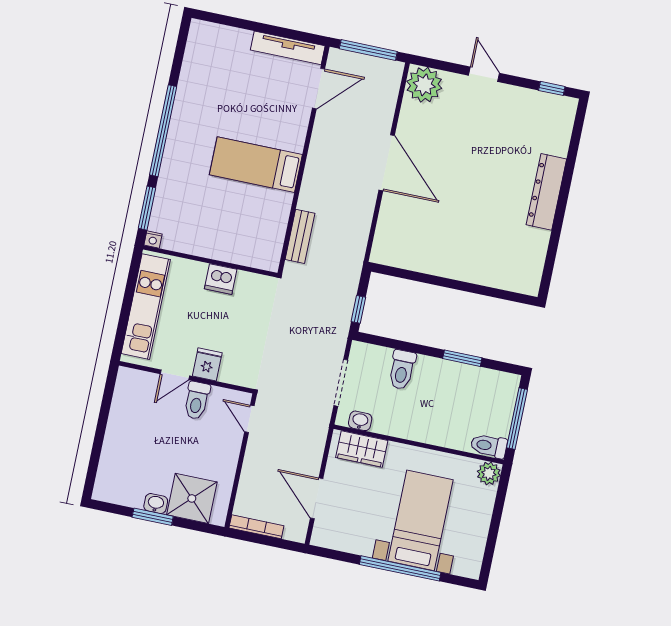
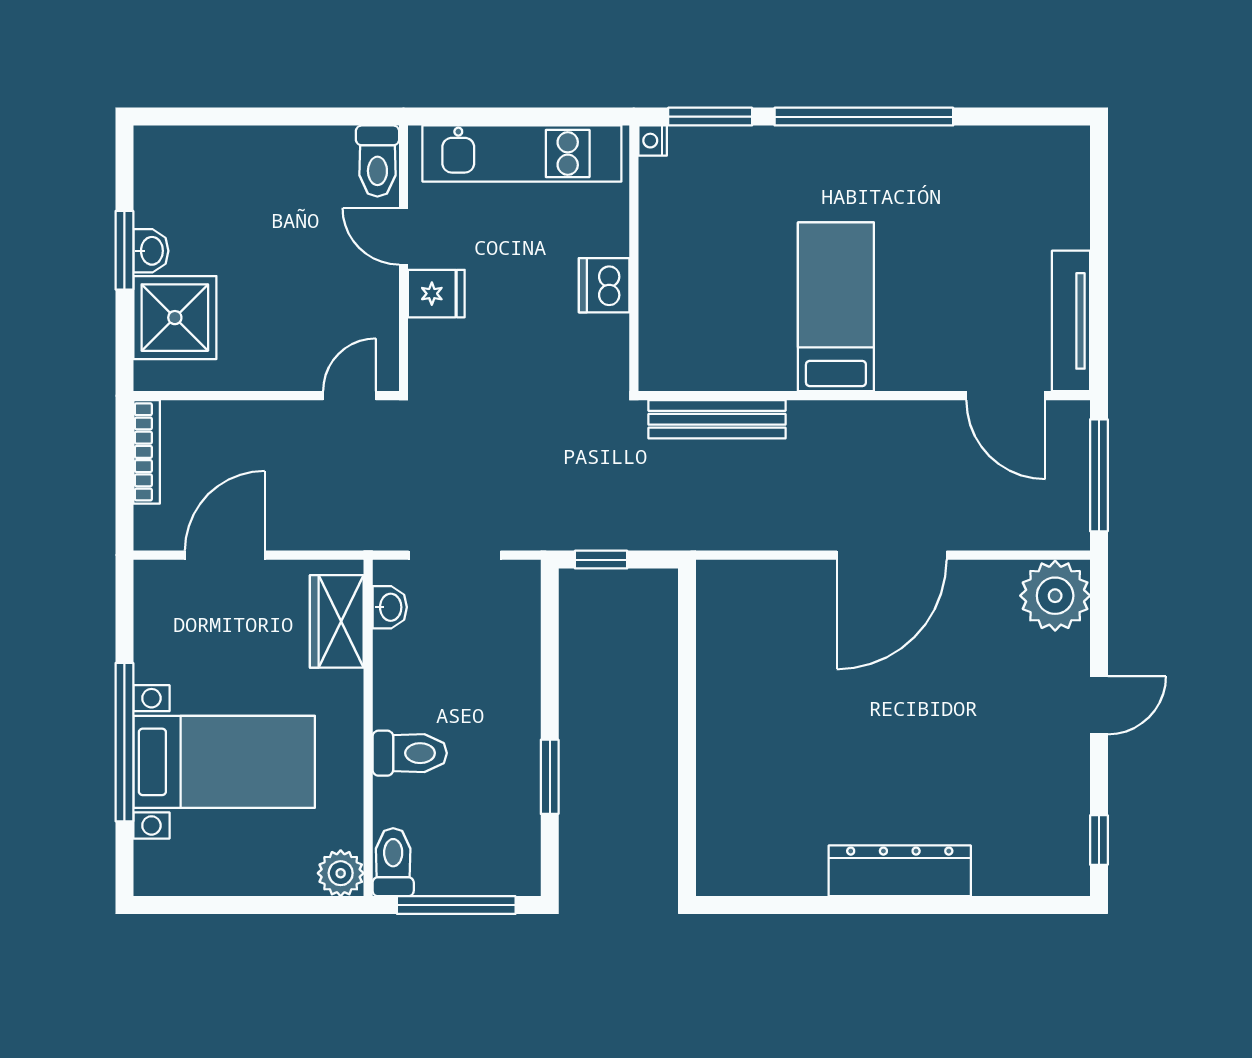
bench: (300, 236) -> (717, 419), width x1.36
toilet: (402, 370) -> (410, 753), moved, turned 180
toilet: (197, 400) -> (377, 161), moved, turned -90

